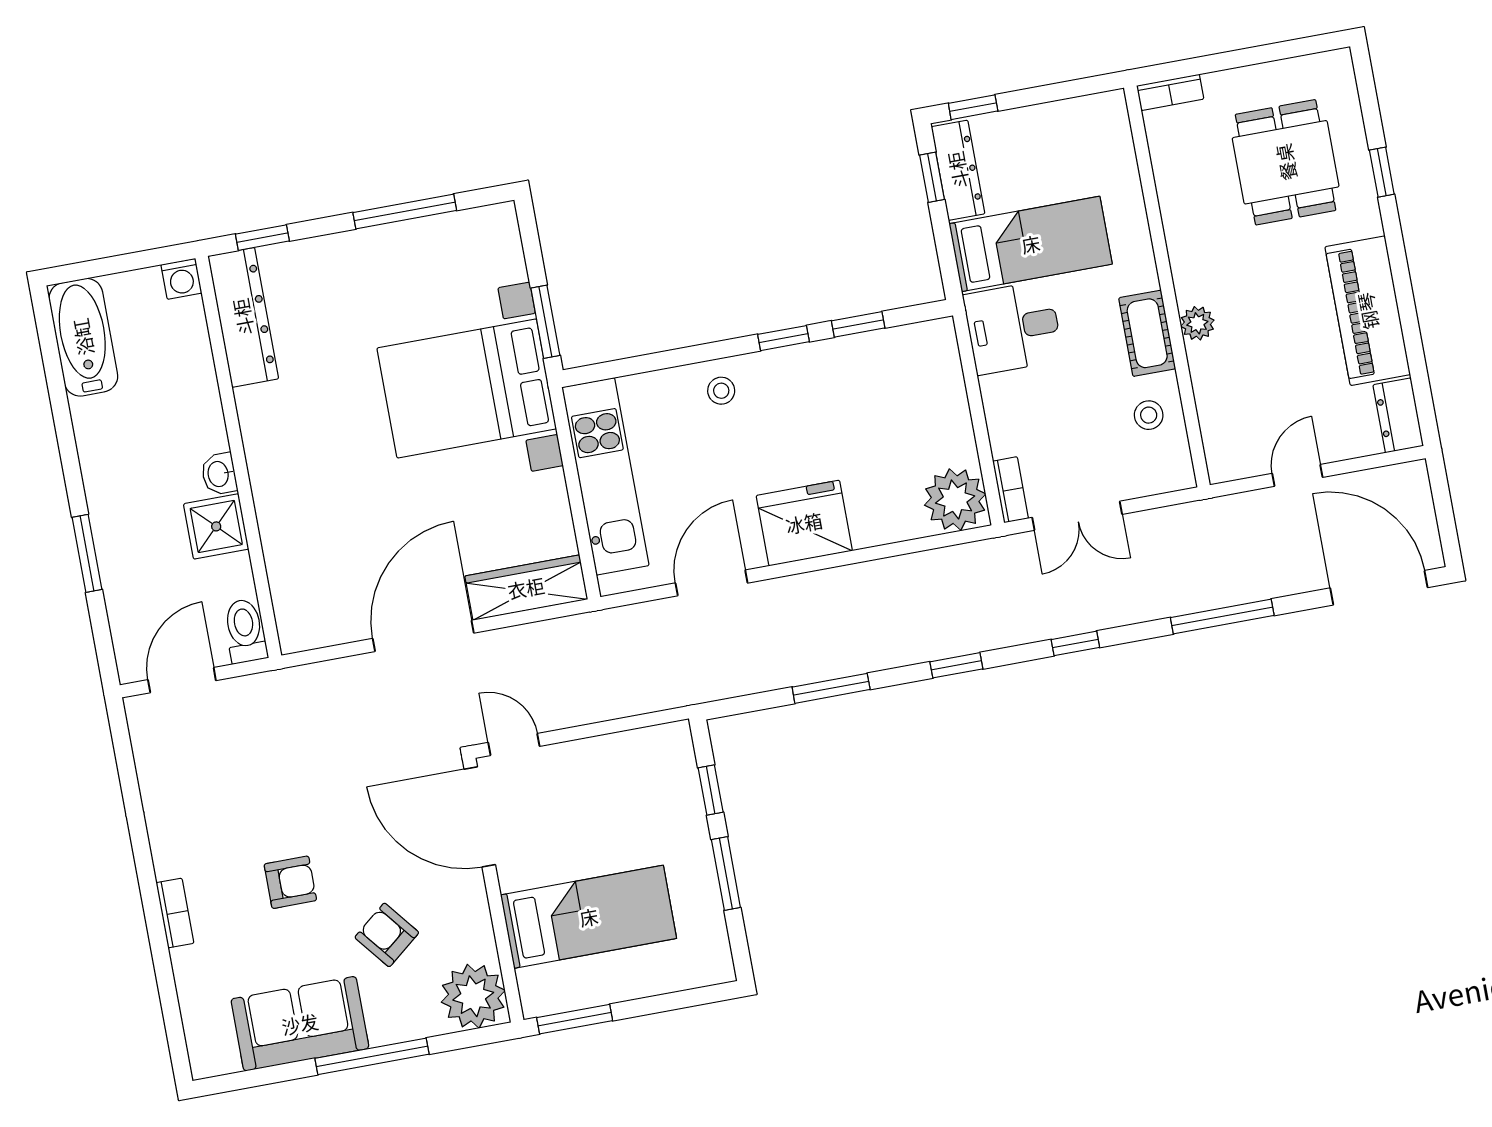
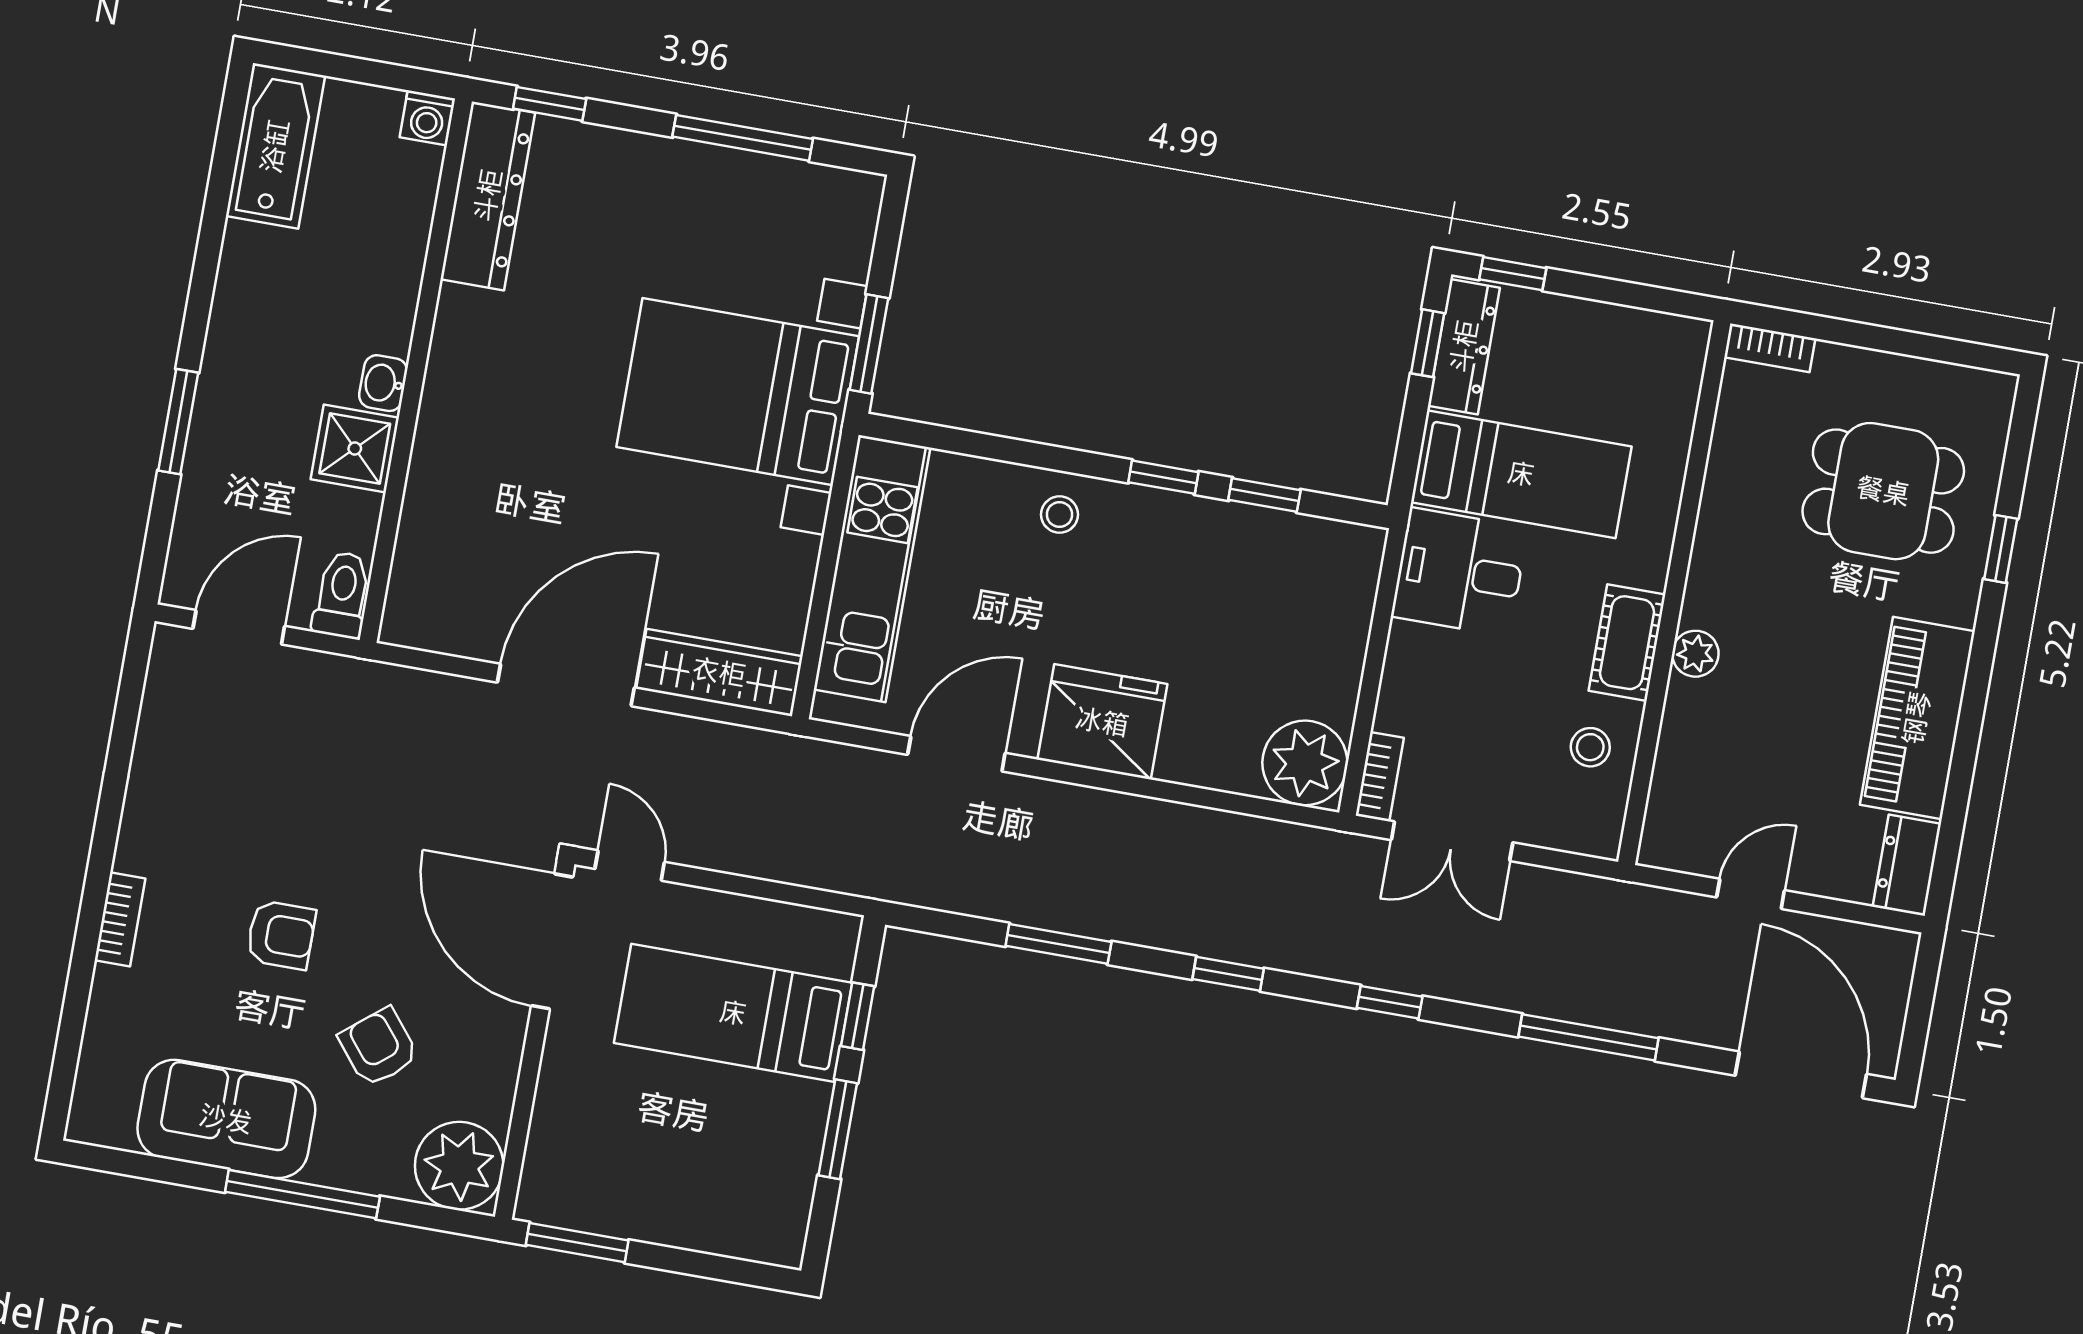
dining table: (1286, 162) -> (1883, 491), turned 90
bed: (589, 917) -> (733, 1013), moved, turned 180

